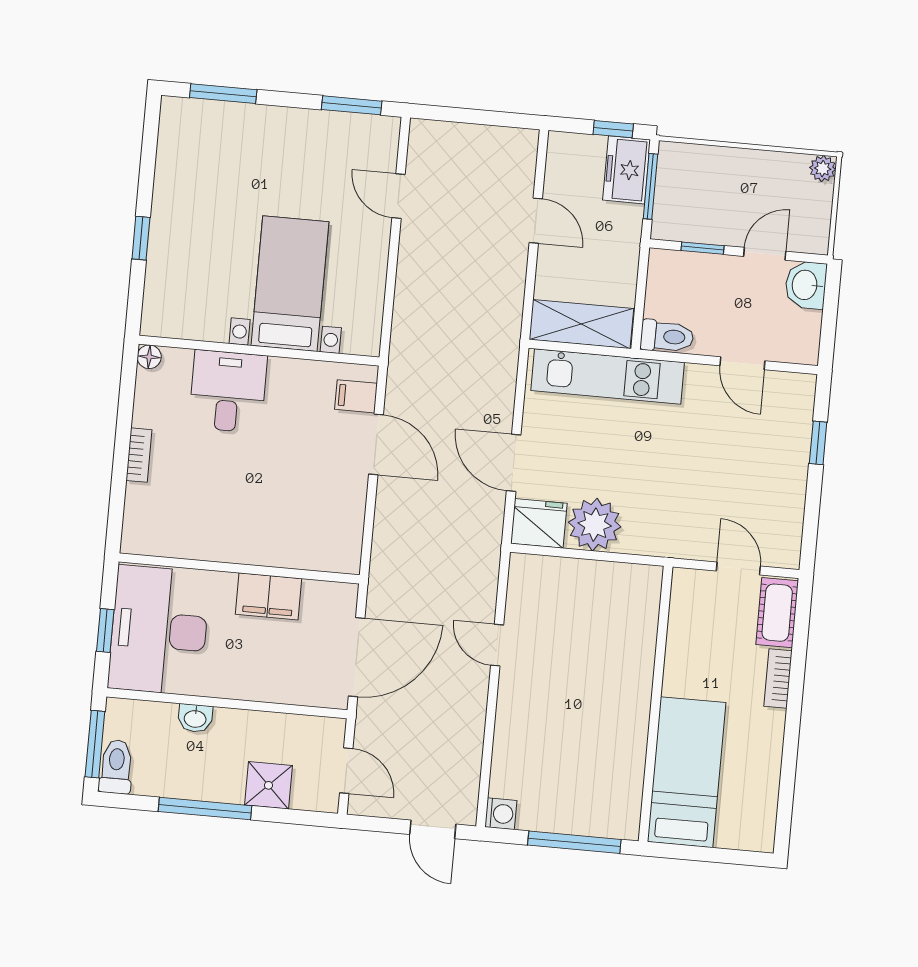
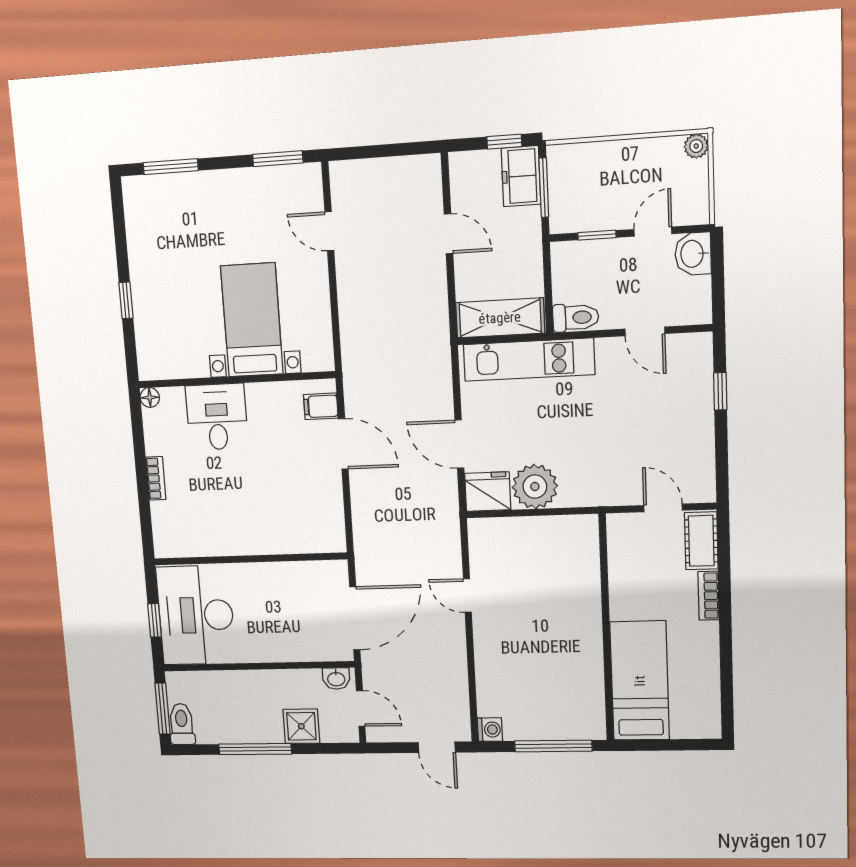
filing cabinet: (269, 596) -> (277, 578), removed
washbasin: (195, 718) -> (336, 679), moved

